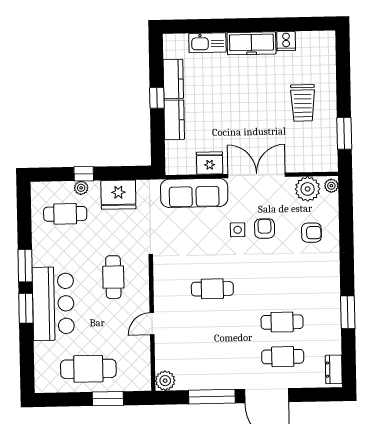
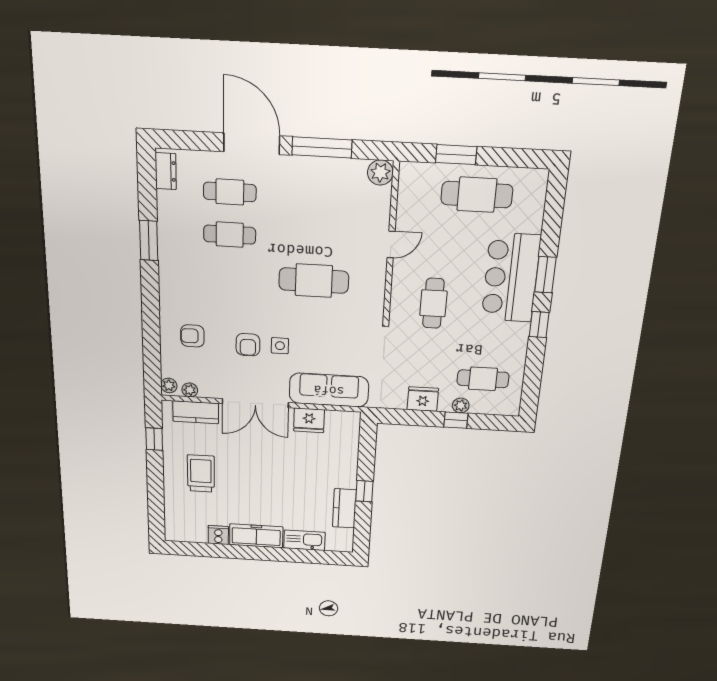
kitchen counter: (174, 120) -> (196, 412), moved, turned -90
window: (344, 133) -> (154, 439), width x0.67
plant: (308, 189) -> (190, 390), width x0.53, depth x0.53
fridge: (118, 195) -> (423, 399), width x0.73, depth x0.75
window: (25, 266) -> (539, 325), width x0.67
cafe table: (212, 289) -> (314, 281), width x1.37, depth x1.35

